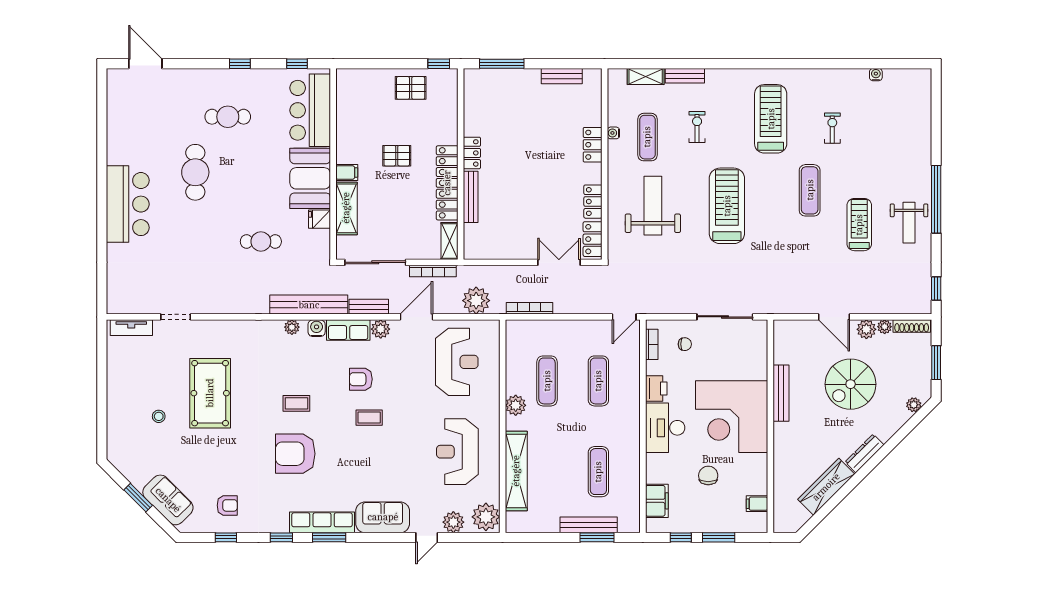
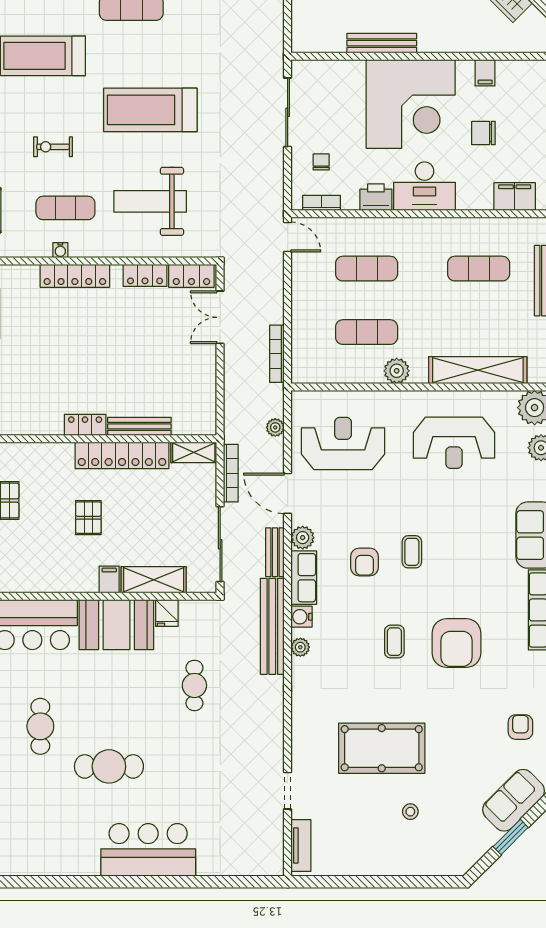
locker: (593, 145) -> (75, 276), width x1.53
plant: (476, 301) -> (275, 427), width x0.53, depth x0.53
filing cabinet: (757, 504) -> (485, 73), moved

